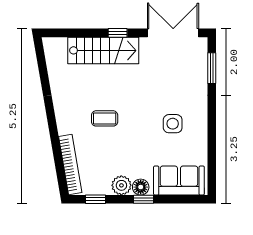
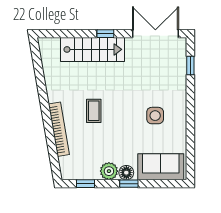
window: (212, 68) -> (190, 65), width x0.67
coffee table: (105, 118) -> (94, 111), turned 90
bookcase: (70, 165) -> (59, 129), moved

